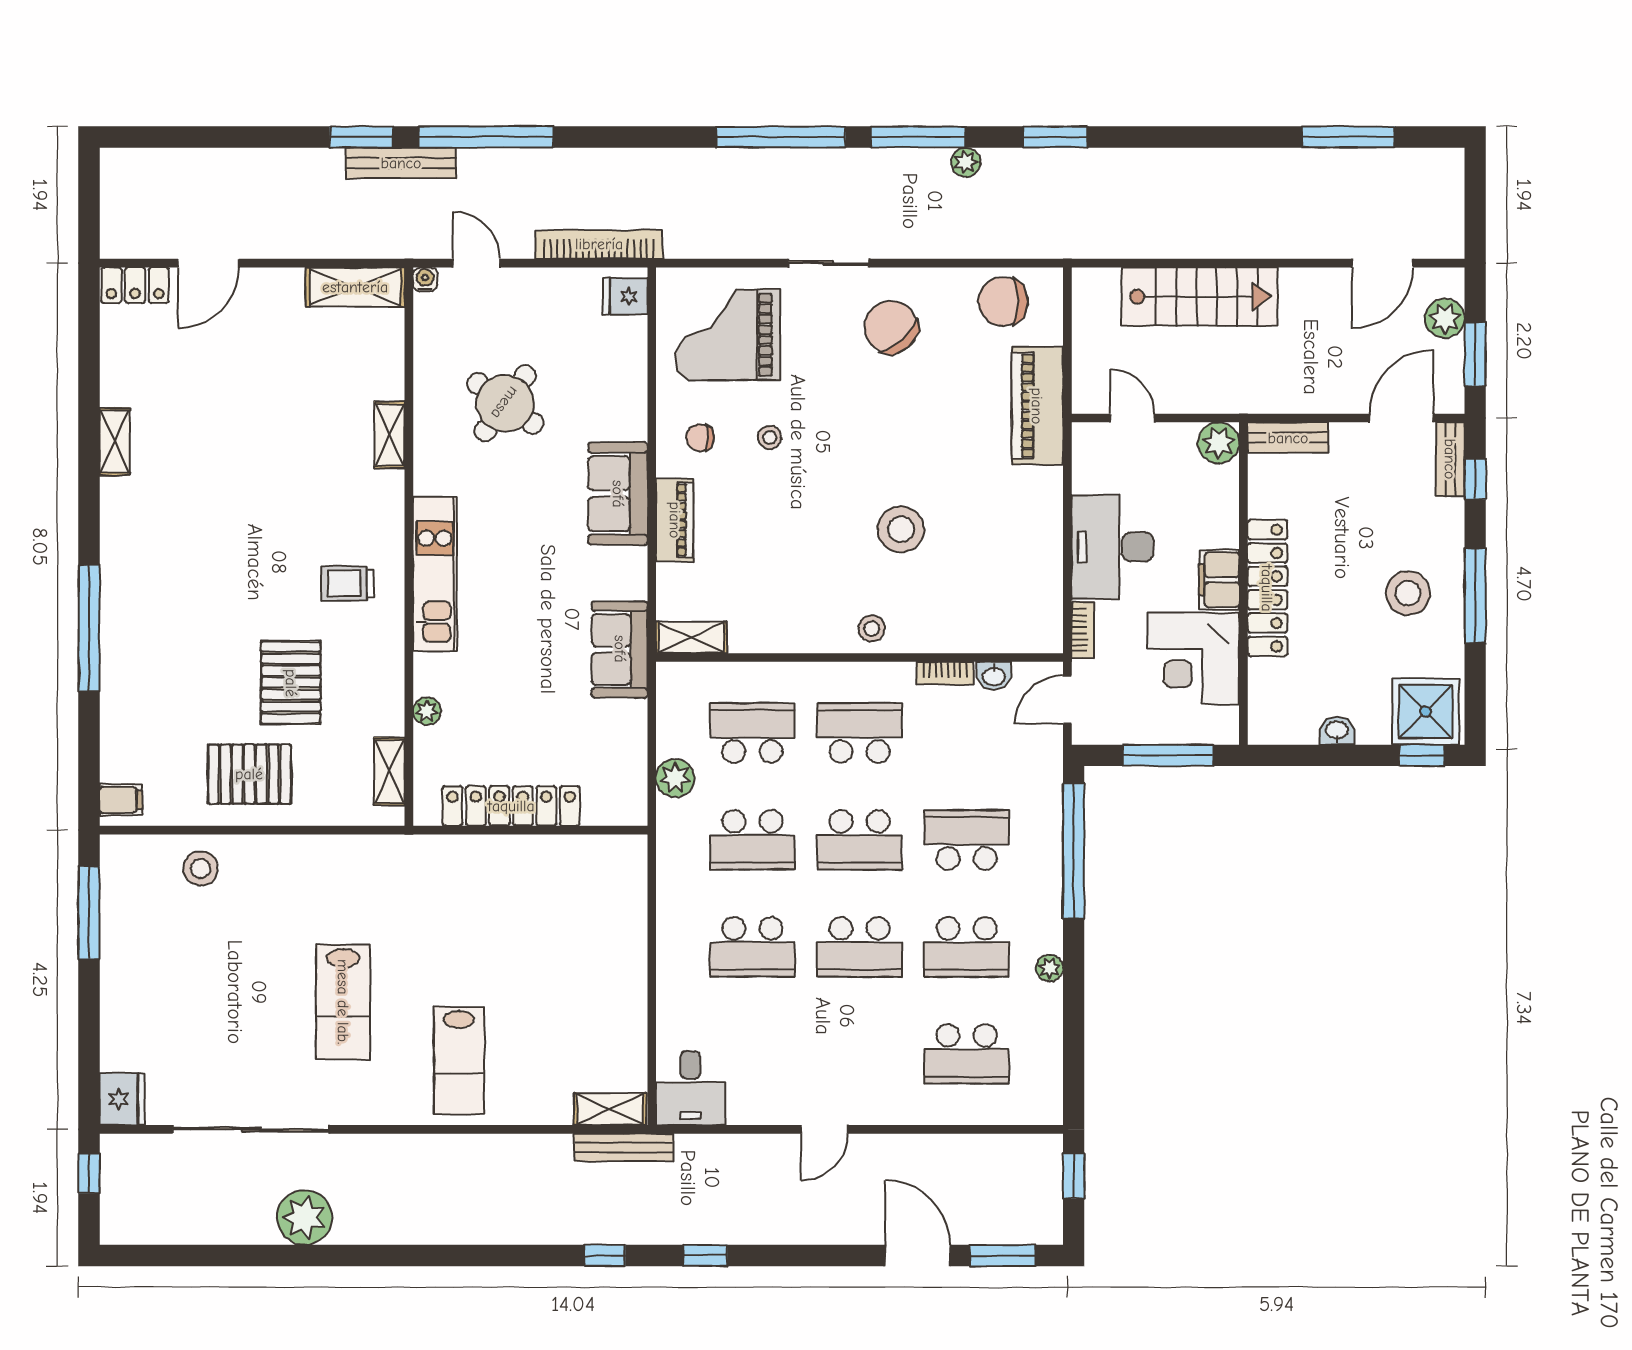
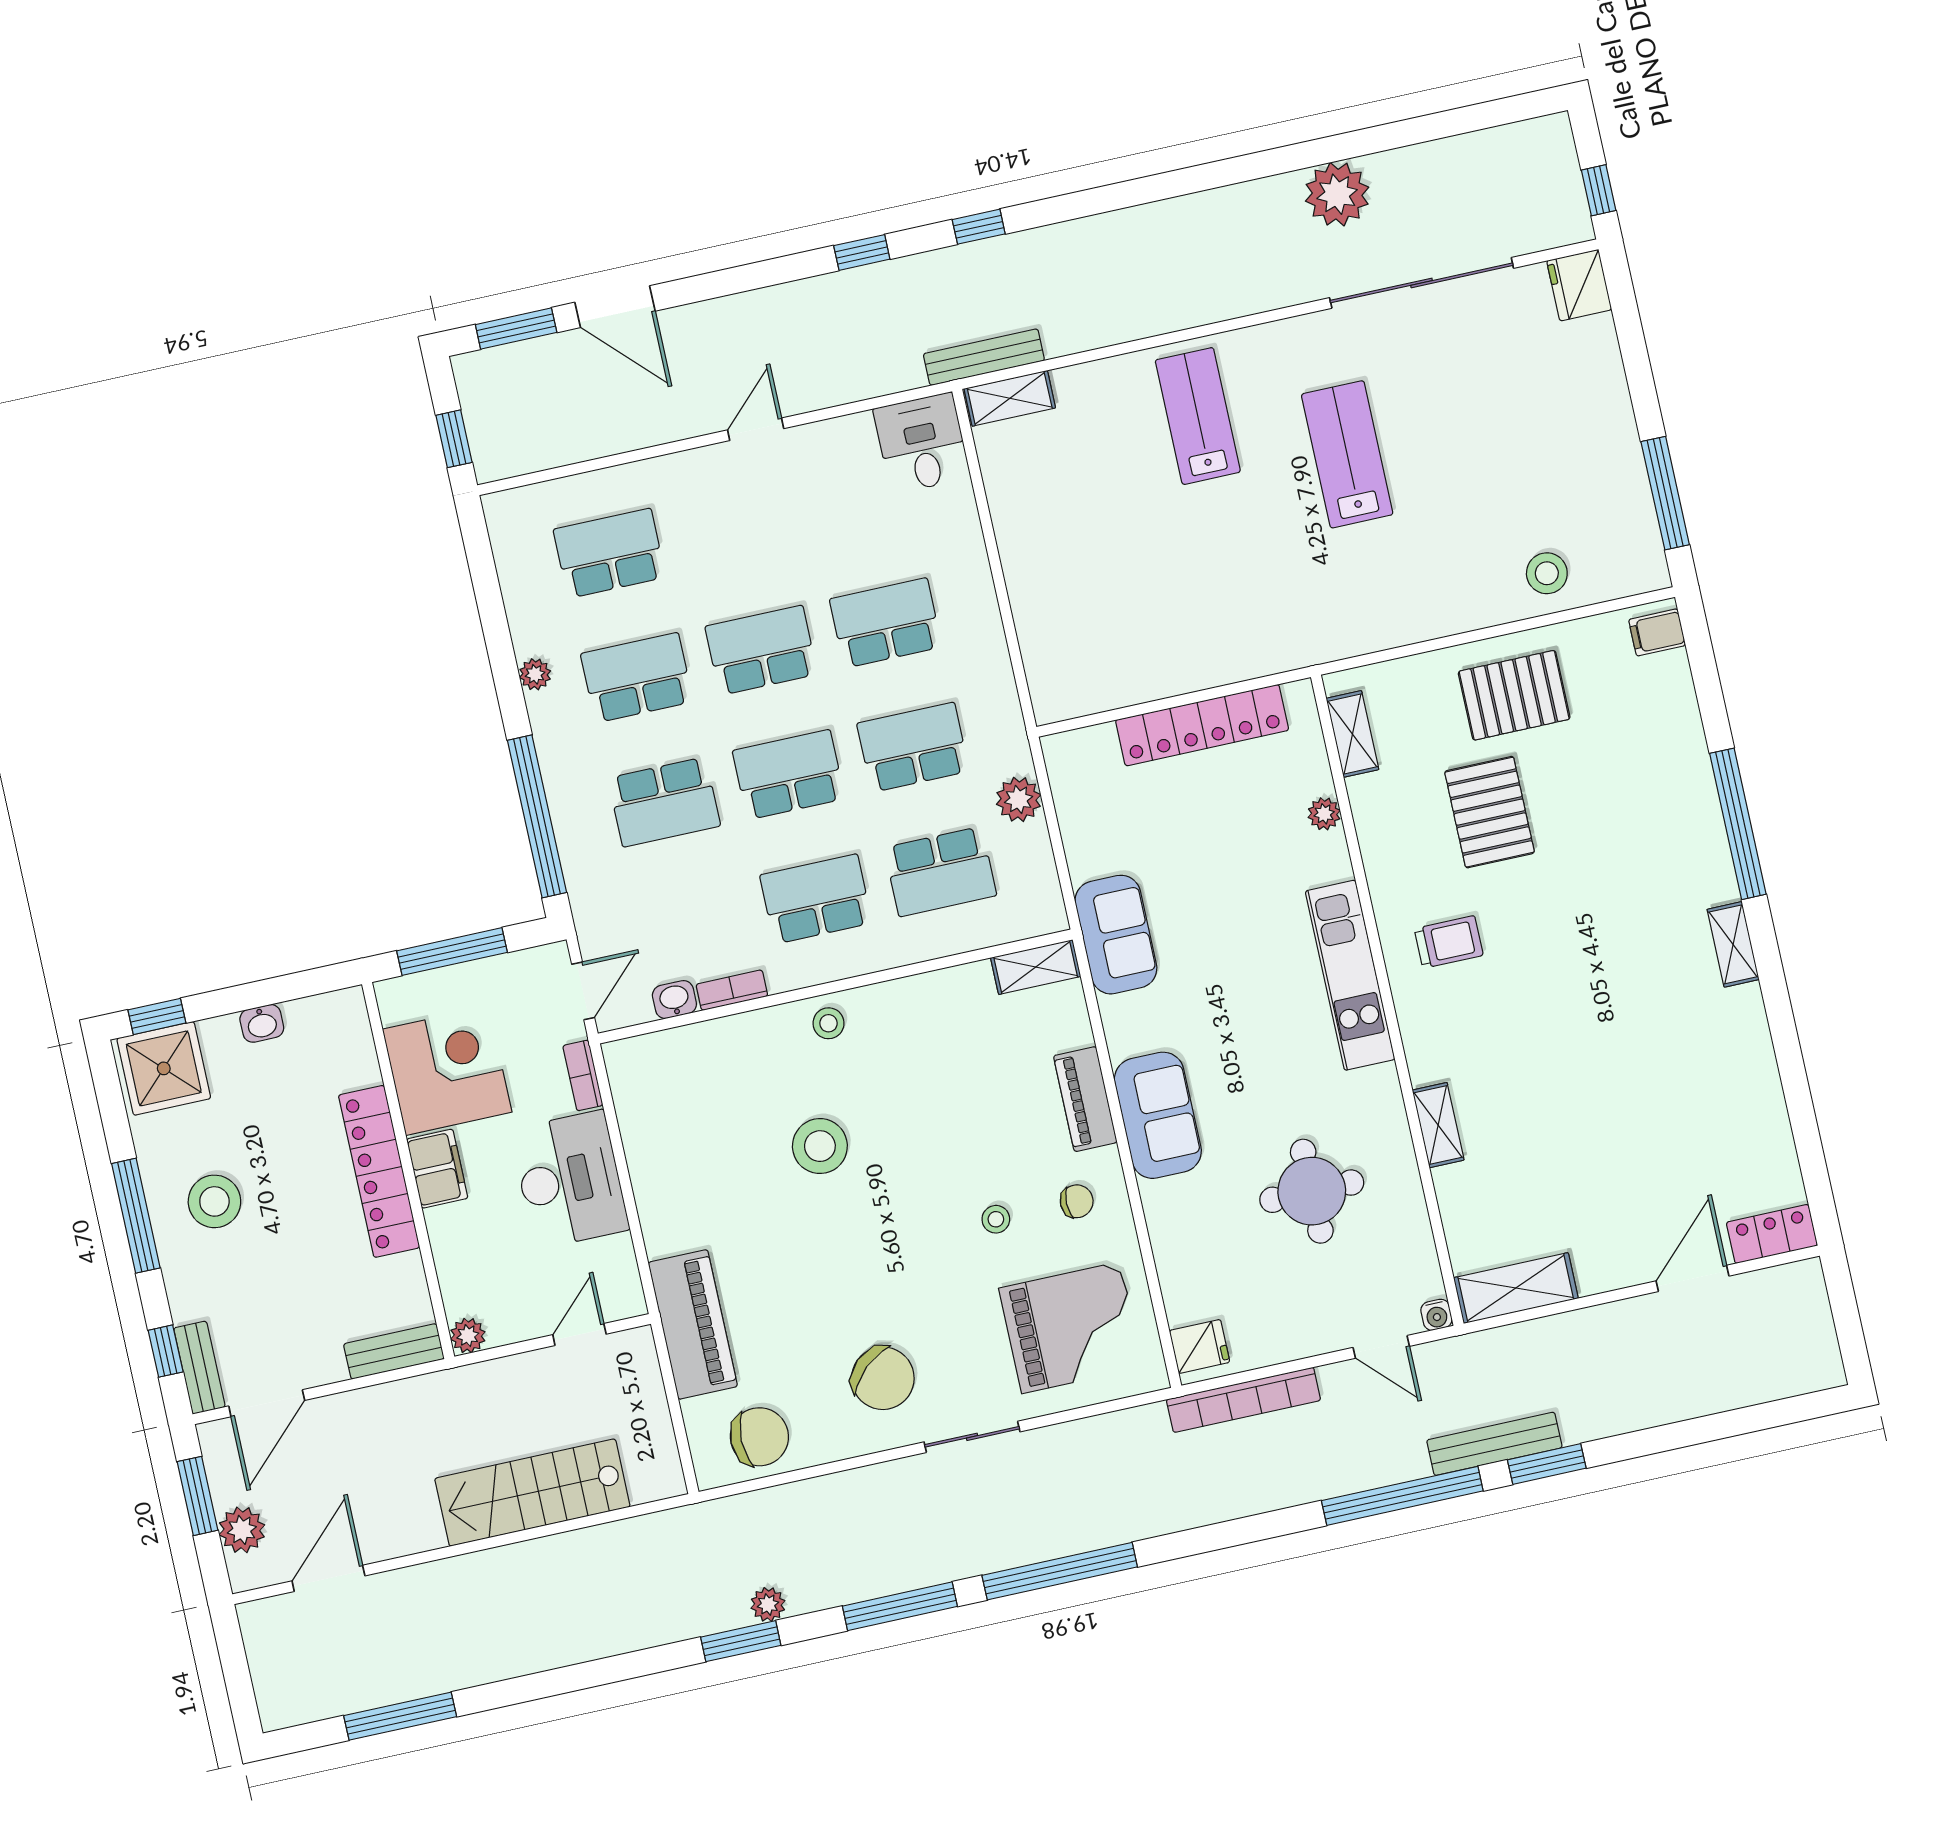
plant: (966, 162) -> (768, 1604), moved
round table: (505, 403) -> (1312, 1191), turned -36
door: (1132, 418) -> (579, 1334), swing flipped
shelving: (115, 442) -> (1733, 944), moved
plant: (1219, 443) -> (468, 1336), width x0.73, depth x0.73
school desk: (860, 733) -> (816, 899), turned 180

